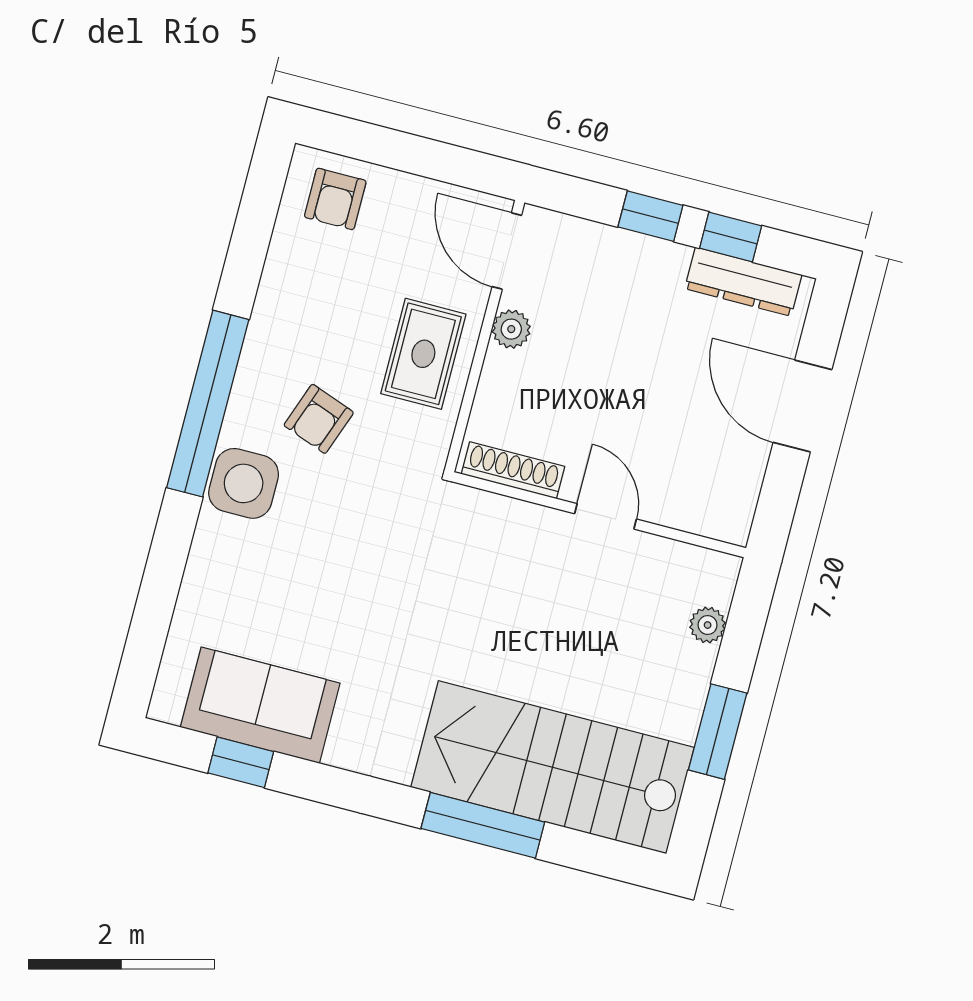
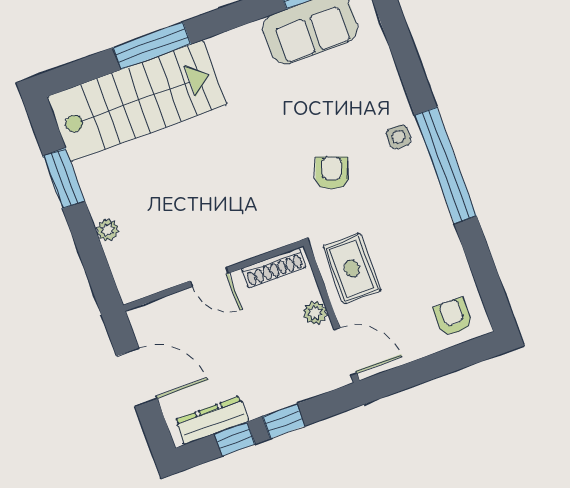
armchair: (319, 419) -> (332, 173), moved
shoe rack: (513, 470) -> (274, 268), moved
side table: (244, 483) -> (398, 137), width x0.54, depth x0.54
wall: (599, 515) -> (213, 276), moved
door: (606, 516) -> (209, 277), moved

